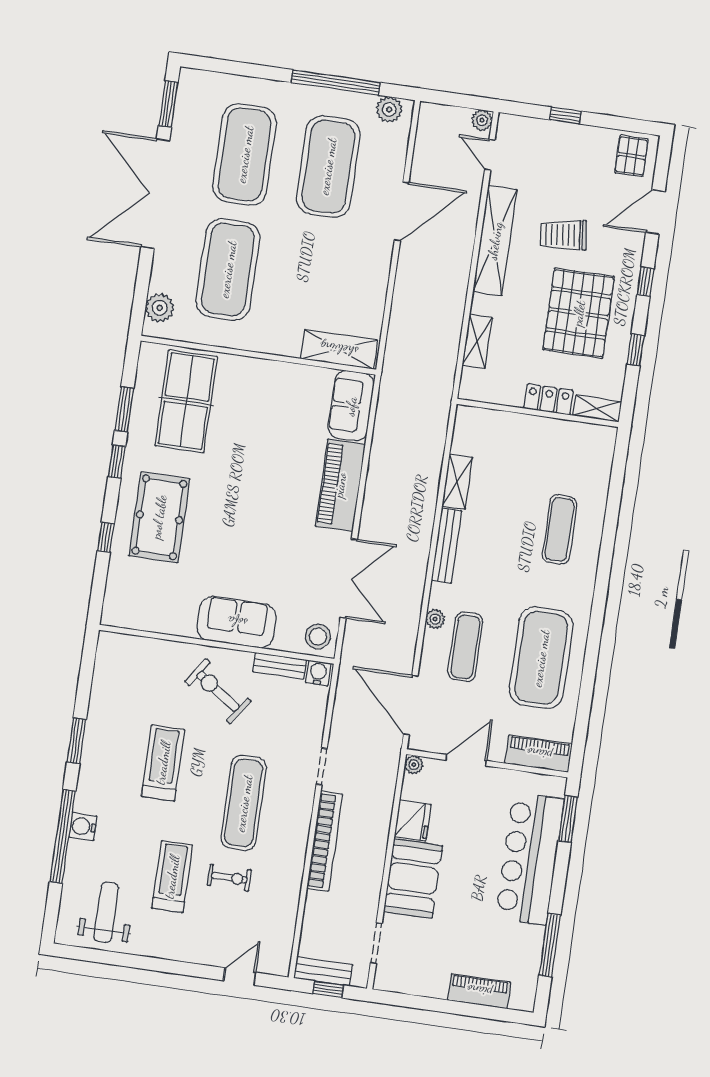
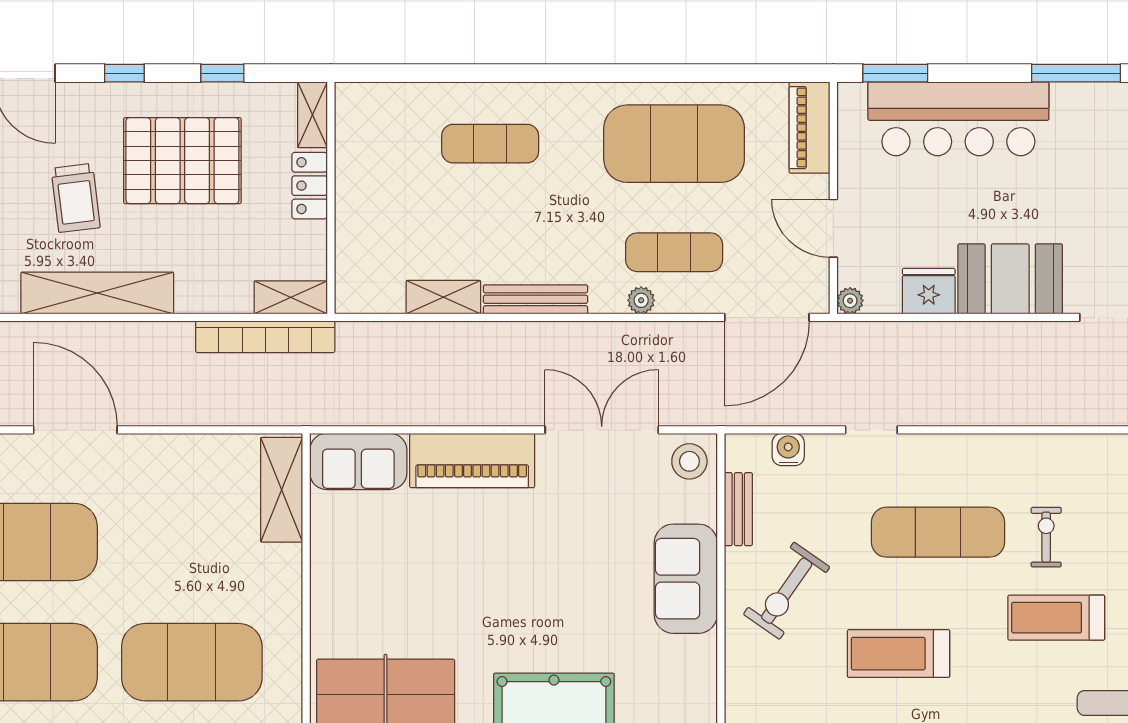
shelving: (477, 341) -> (291, 297), moved
water cooler: (318, 673) -> (788, 450), moved, turned 90
bookcase: (325, 841) -> (265, 337), moved, turned 180

